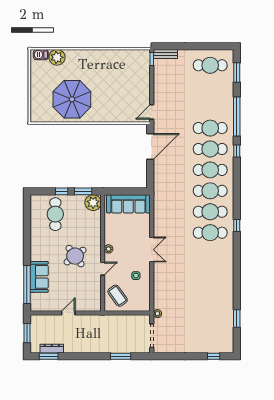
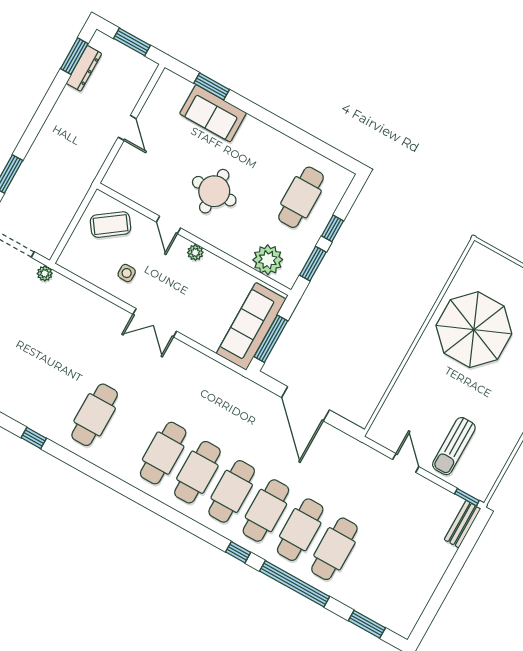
cafe table: (210, 65) -> (334, 549), moved
sun lounger: (131, 78) -> (454, 446), added
door: (152, 112) -> (406, 463), moved
door: (150, 147) -> (306, 404), moved
window: (129, 191) -> (271, 339), added
plant: (93, 203) -> (268, 260), moved
cafe table: (55, 214) -> (301, 197), turned 90
window: (237, 226) -> (34, 438), moved
cafe table: (210, 233) -> (95, 415), moved
round table: (75, 256) -> (214, 191), turned 37
window: (27, 285) -> (212, 86), width x0.47

